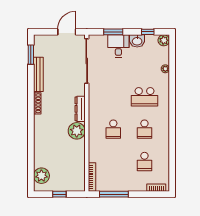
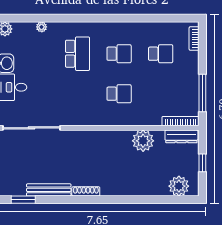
dresser: (80, 109) -> (181, 136), moved
plant: (77, 131) -> (143, 141), moved

